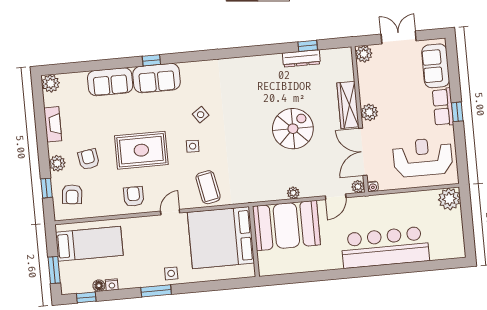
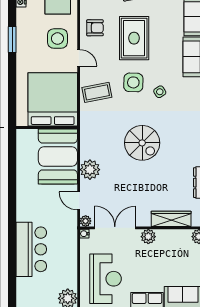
wardrobe: (348, 105) -> (171, 219), moved
spiral stairs: (293, 129) -> (142, 143), moved
side table: (193, 146) -> (133, 82), width x1.87, depth x1.87
plant: (293, 193) -> (90, 170), width x1.87, depth x1.87
bar counter: (385, 247) -> (31, 249), width x0.73
side table: (171, 273) -> (57, 39), moved, width x1.87, depth x1.87

